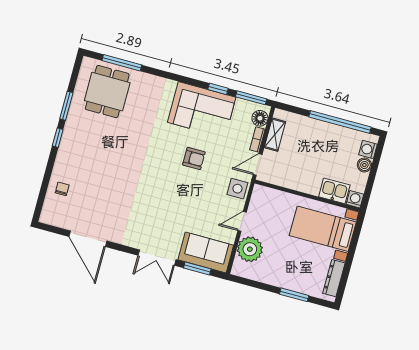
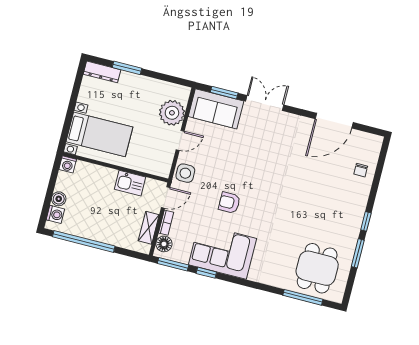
kitchen sink: (334, 191) -> (130, 183), moved
door: (88, 239) -> (334, 121), swing flipped
dresser: (334, 278) -> (102, 72), moved, turned 90

